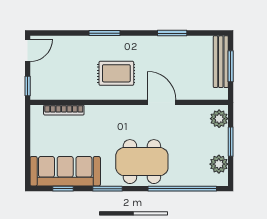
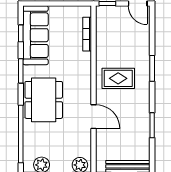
rug: (116, 73) -> (118, 78), turned 90
door: (162, 102) -> (94, 117), hinge flipped

